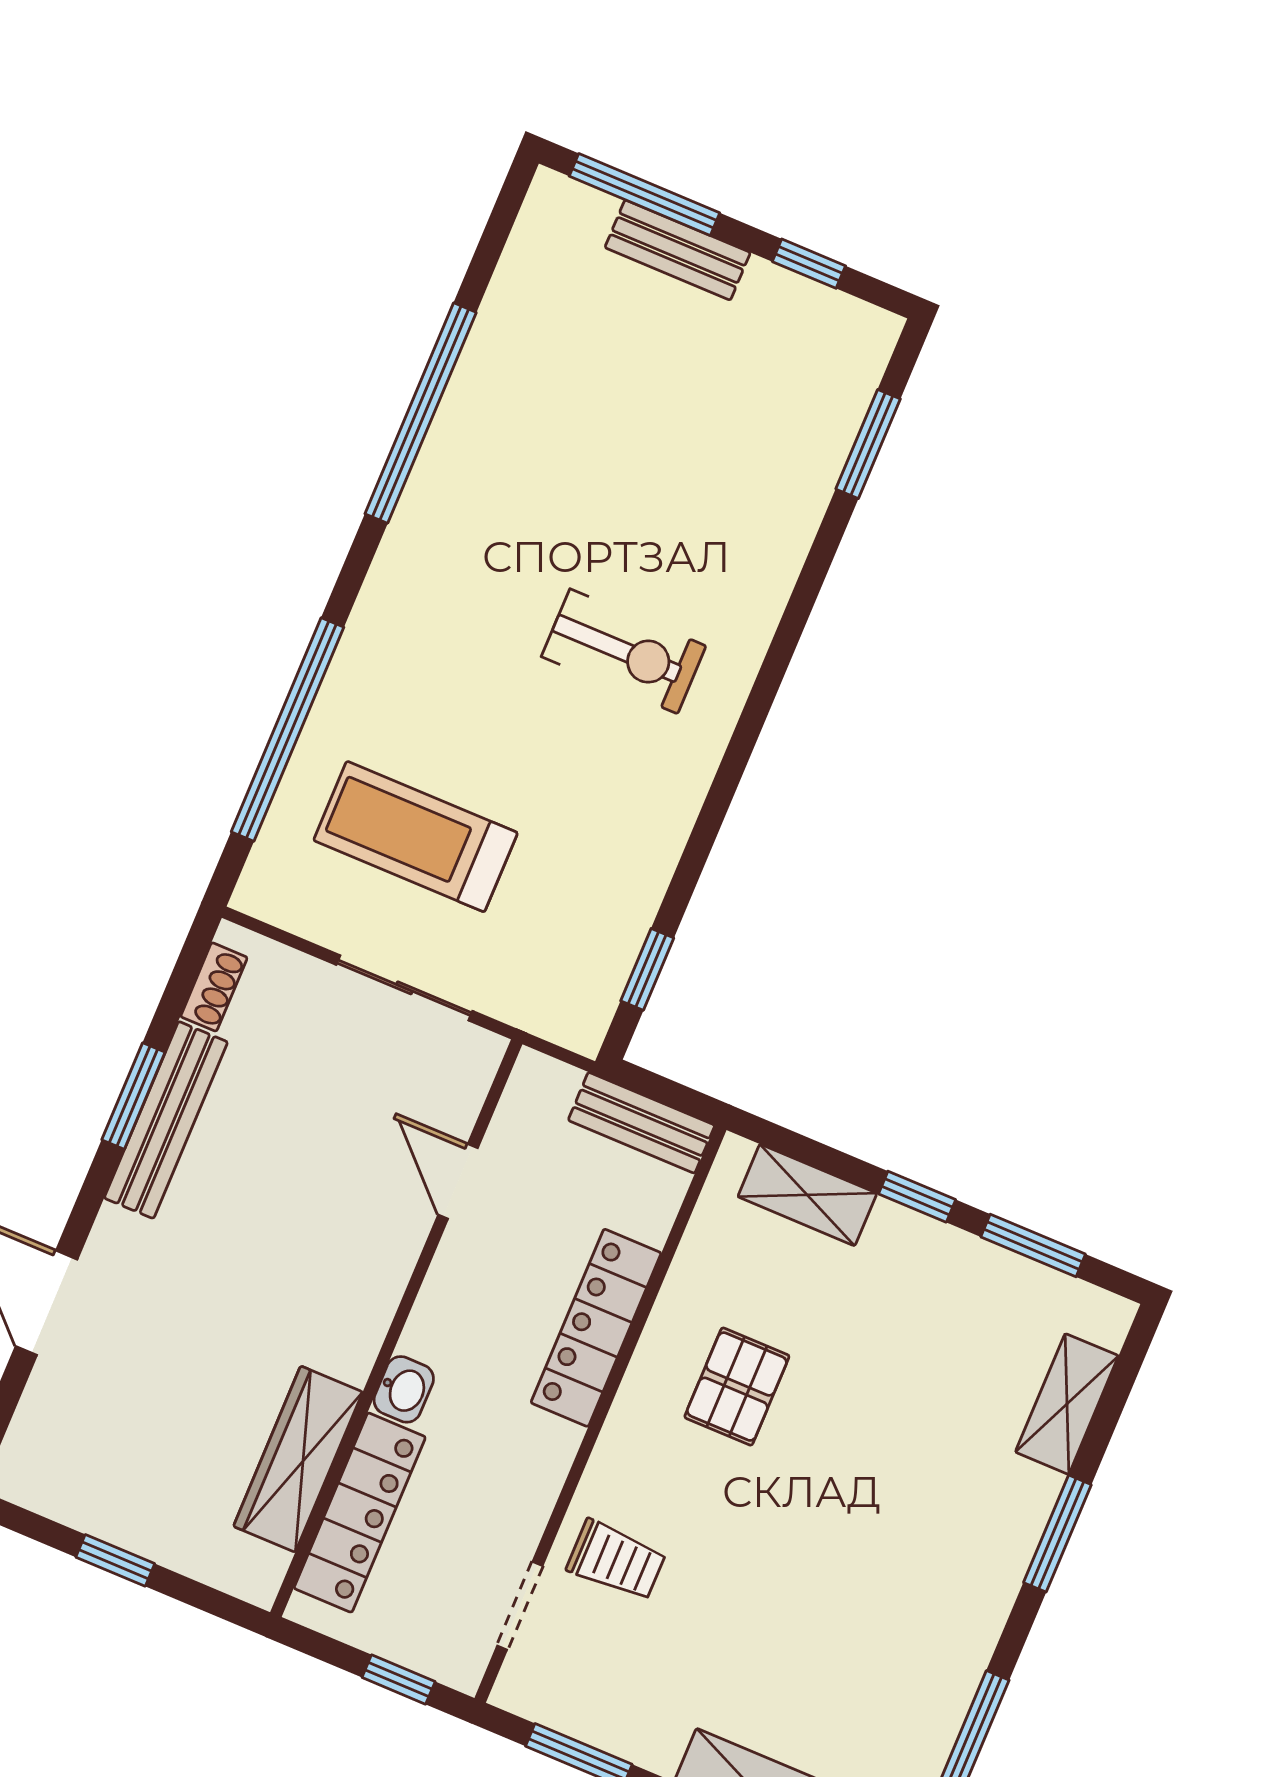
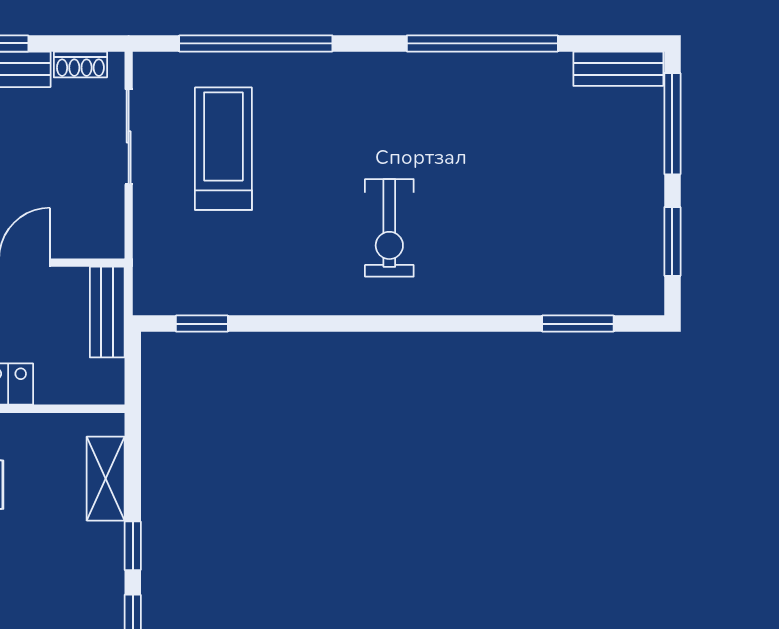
bench: (678, 250) -> (618, 69), moved, turned 90
window: (809, 264) -> (672, 241), width x1.50
sliding door: (404, 988) -> (129, 137), moved
bench: (642, 1123) -> (107, 312), moved

